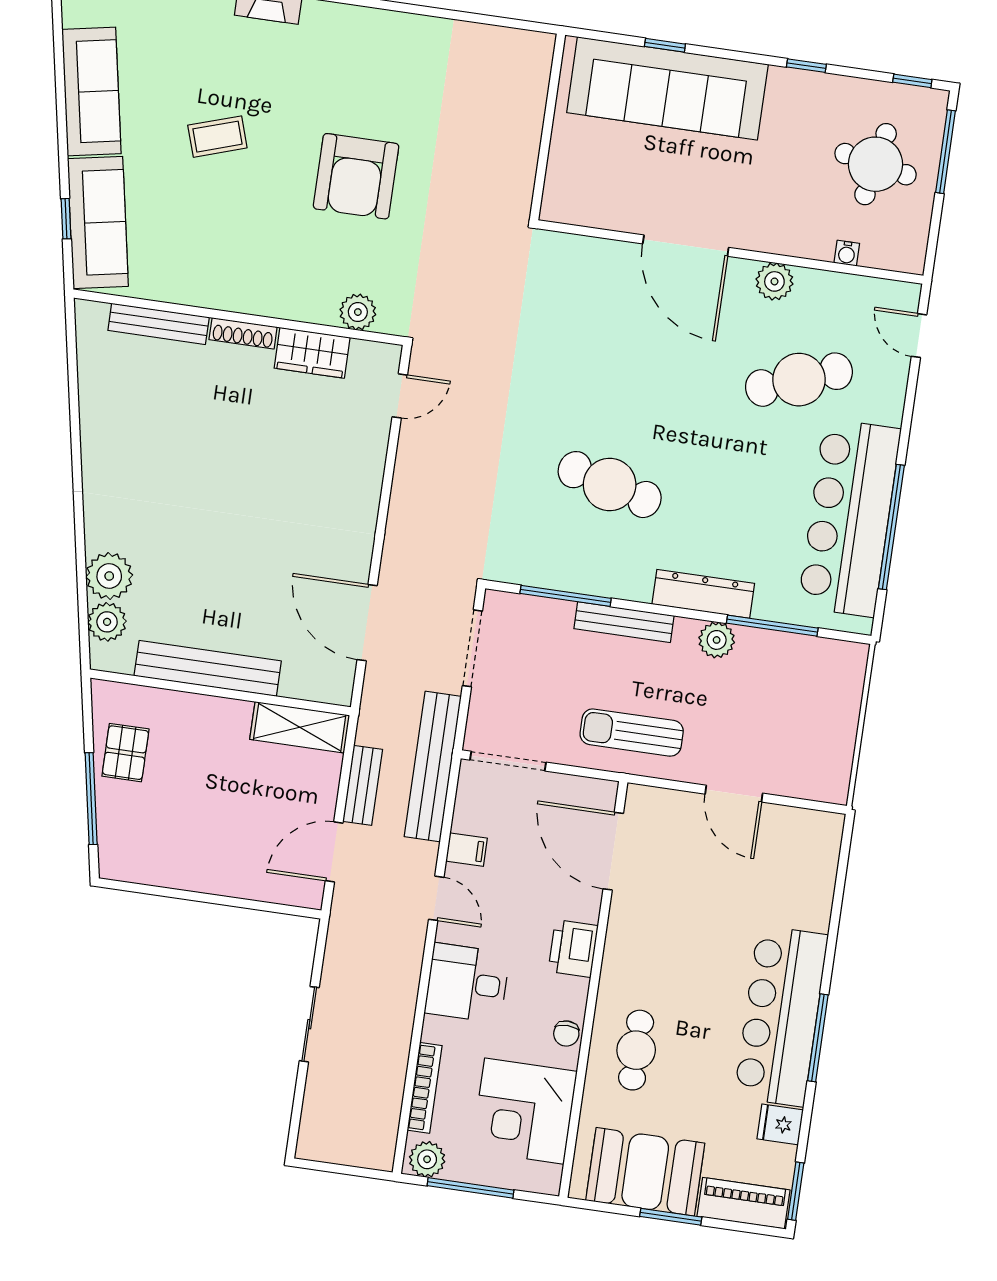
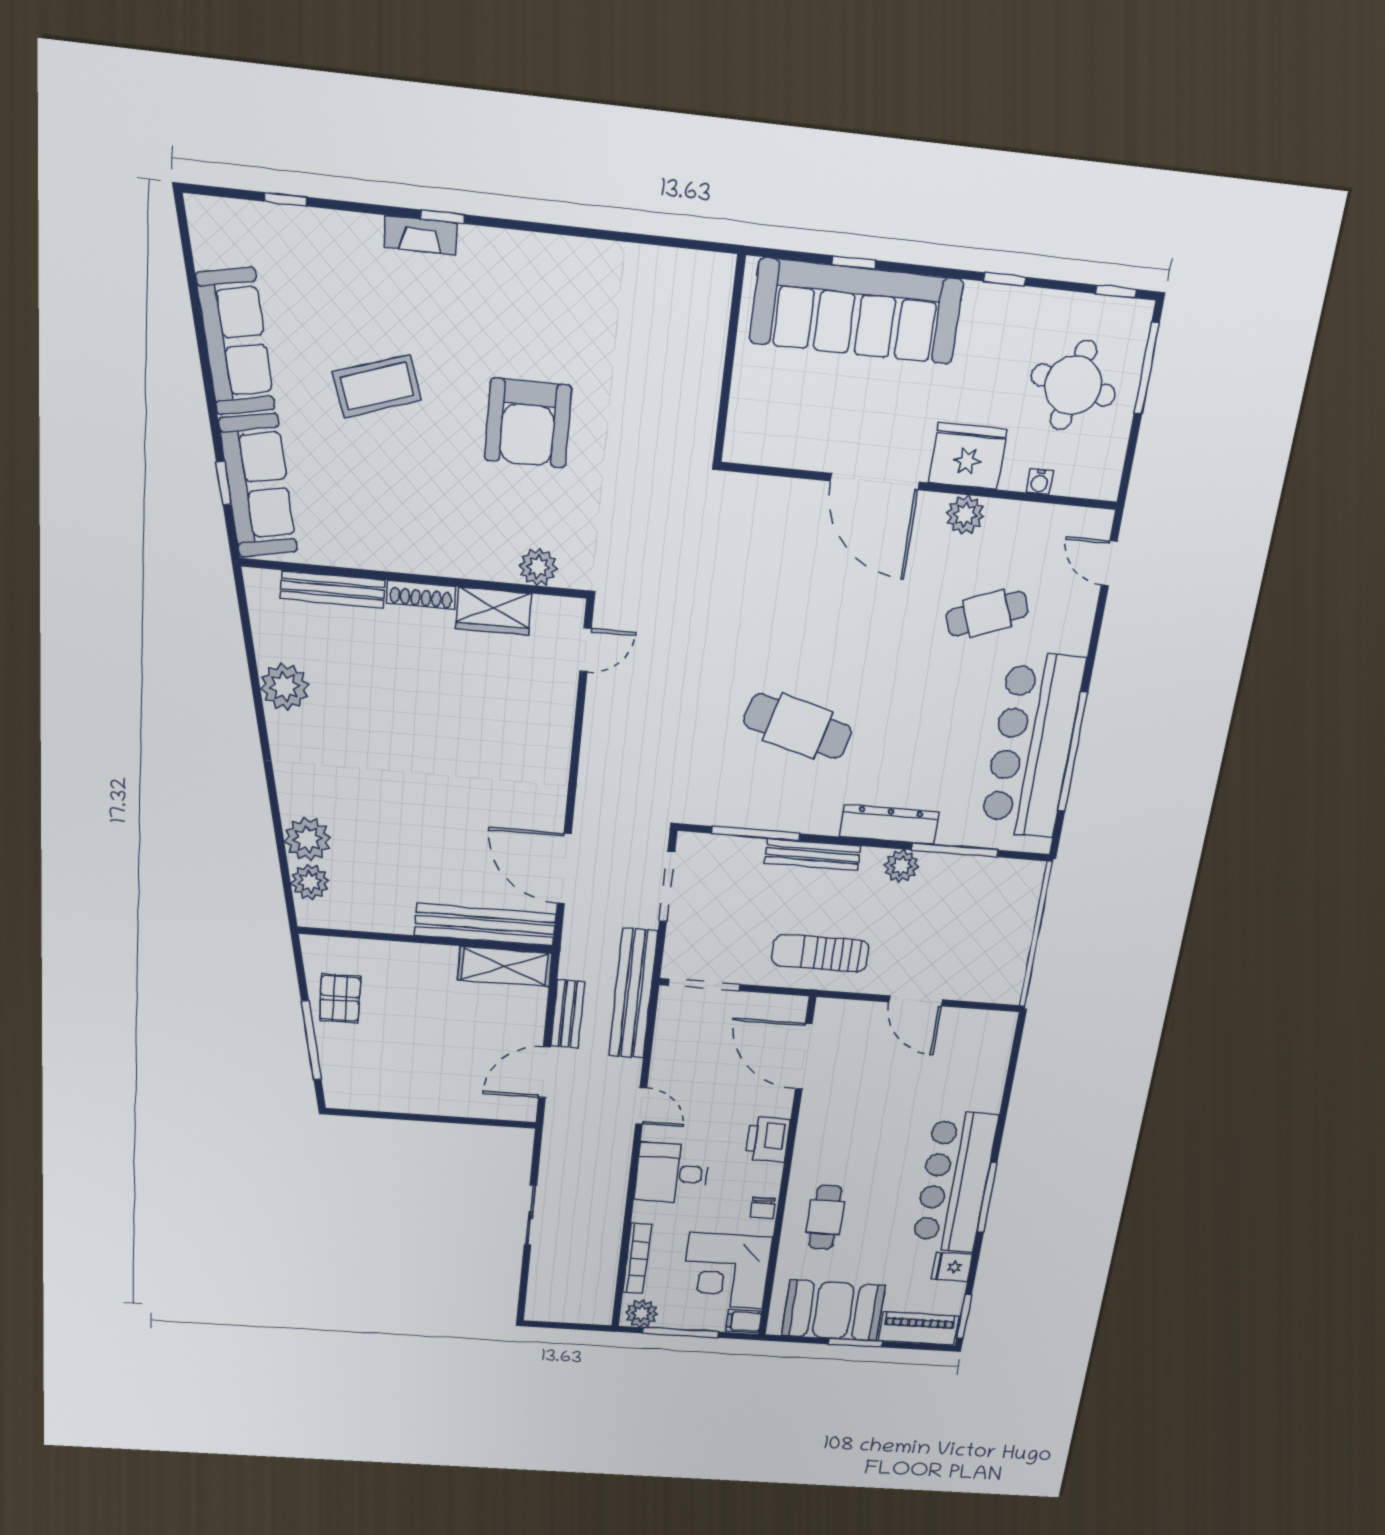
coffee table: (217, 137) -> (377, 386), width x1.36, depth x1.30
fridge: (776, 226) -> (968, 456), added
cafe table: (799, 380) -> (987, 614), width x0.73, depth x0.74
plant: (103, 417) -> (285, 687), added
bench: (208, 668) -> (485, 925), moved
filing cabinet: (467, 850) -> (744, 1321), moved, turned 180

